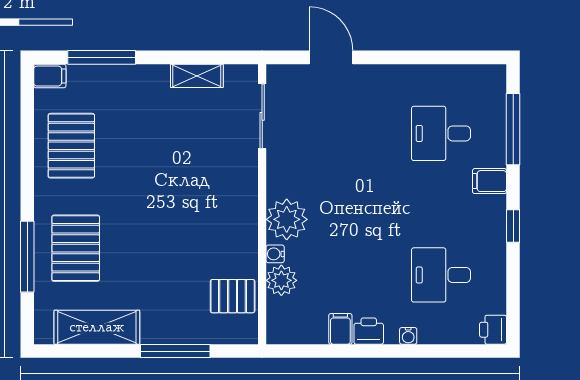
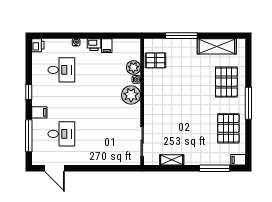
door: (331, 57) -> (54, 168), moved
window: (27, 257) -> (248, 103), moved

